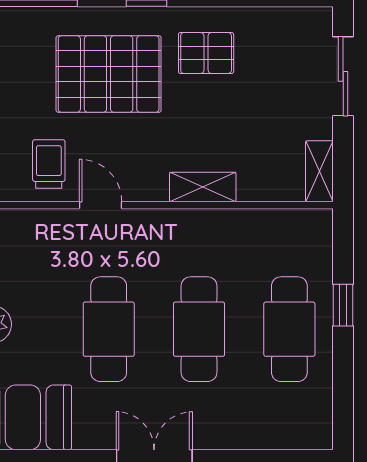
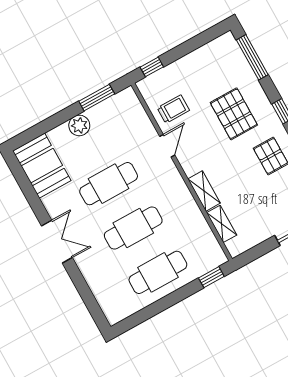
pallet: (109, 74) -> (234, 114), width x0.73, depth x0.71
shelving: (319, 171) -> (222, 224), moved, turned 90
window: (343, 305) -> (211, 277), moved

